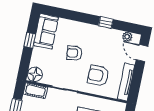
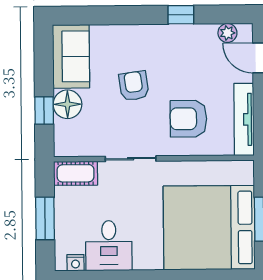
window: (30, 40) -> (44, 110), moved
armchair: (74, 53) -> (134, 86), turned 89
floor lamp: (35, 74) -> (67, 104), moved

